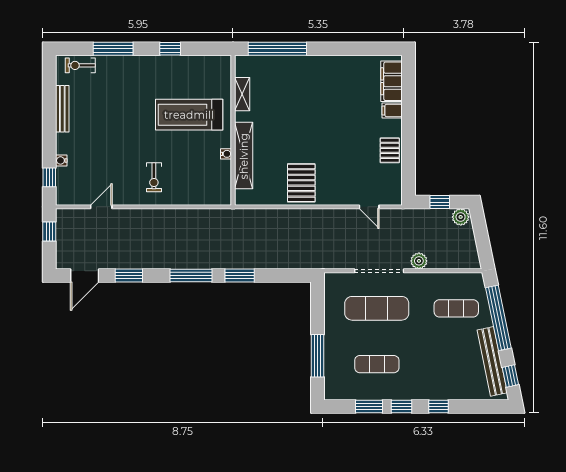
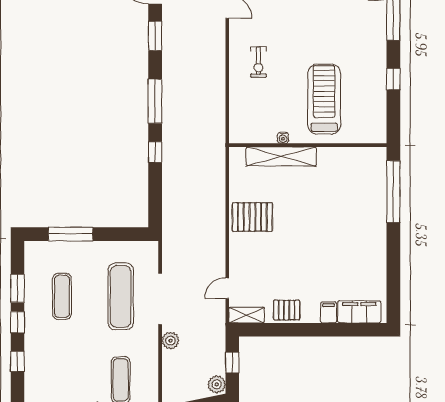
shelving: (242, 94) -> (247, 315), moved
exercise bike: (154, 177) -> (258, 62), turned -90
window: (240, 276) -> (155, 152), width x0.67

